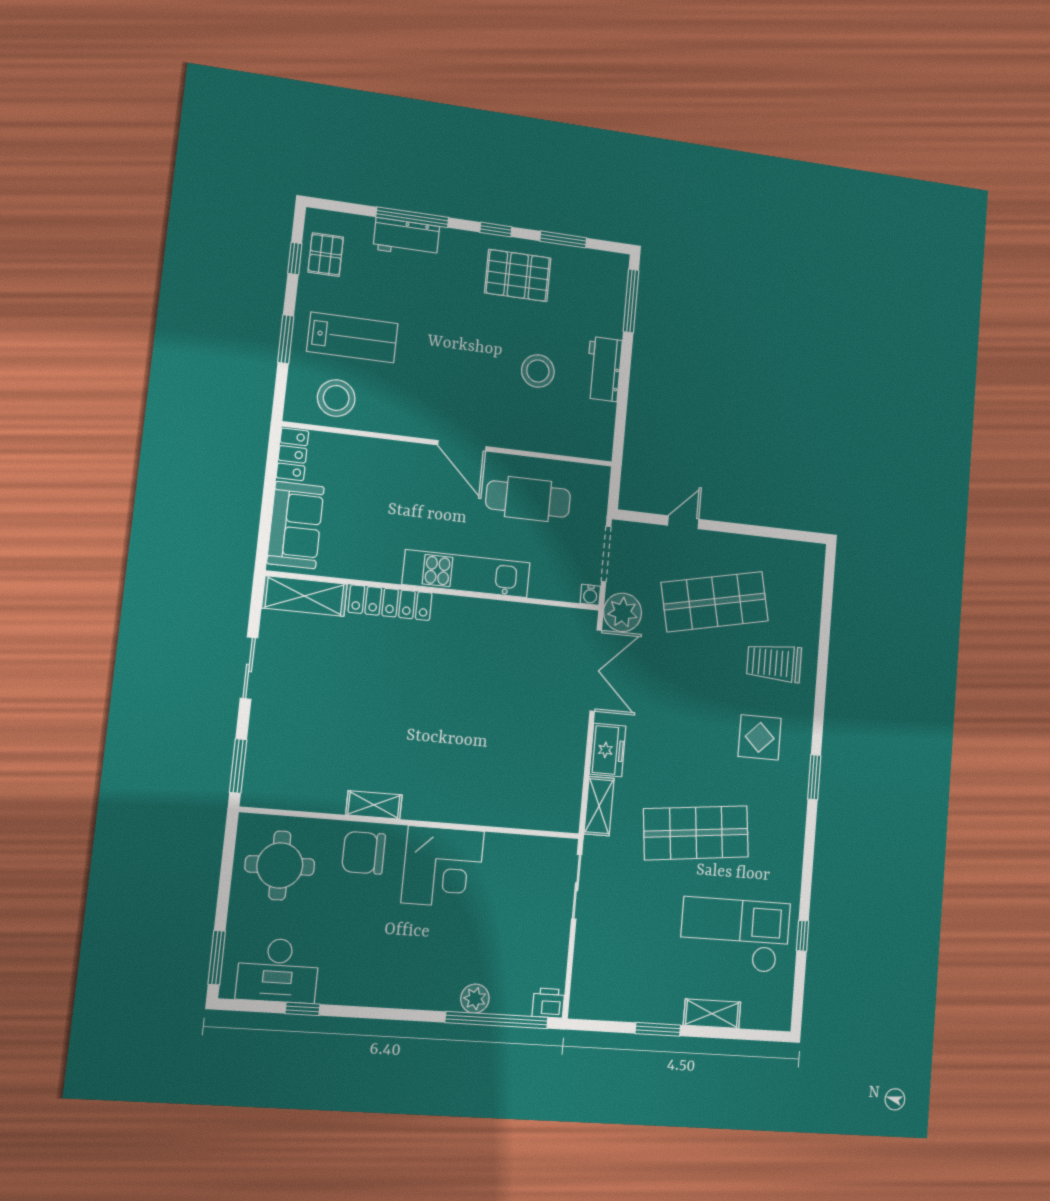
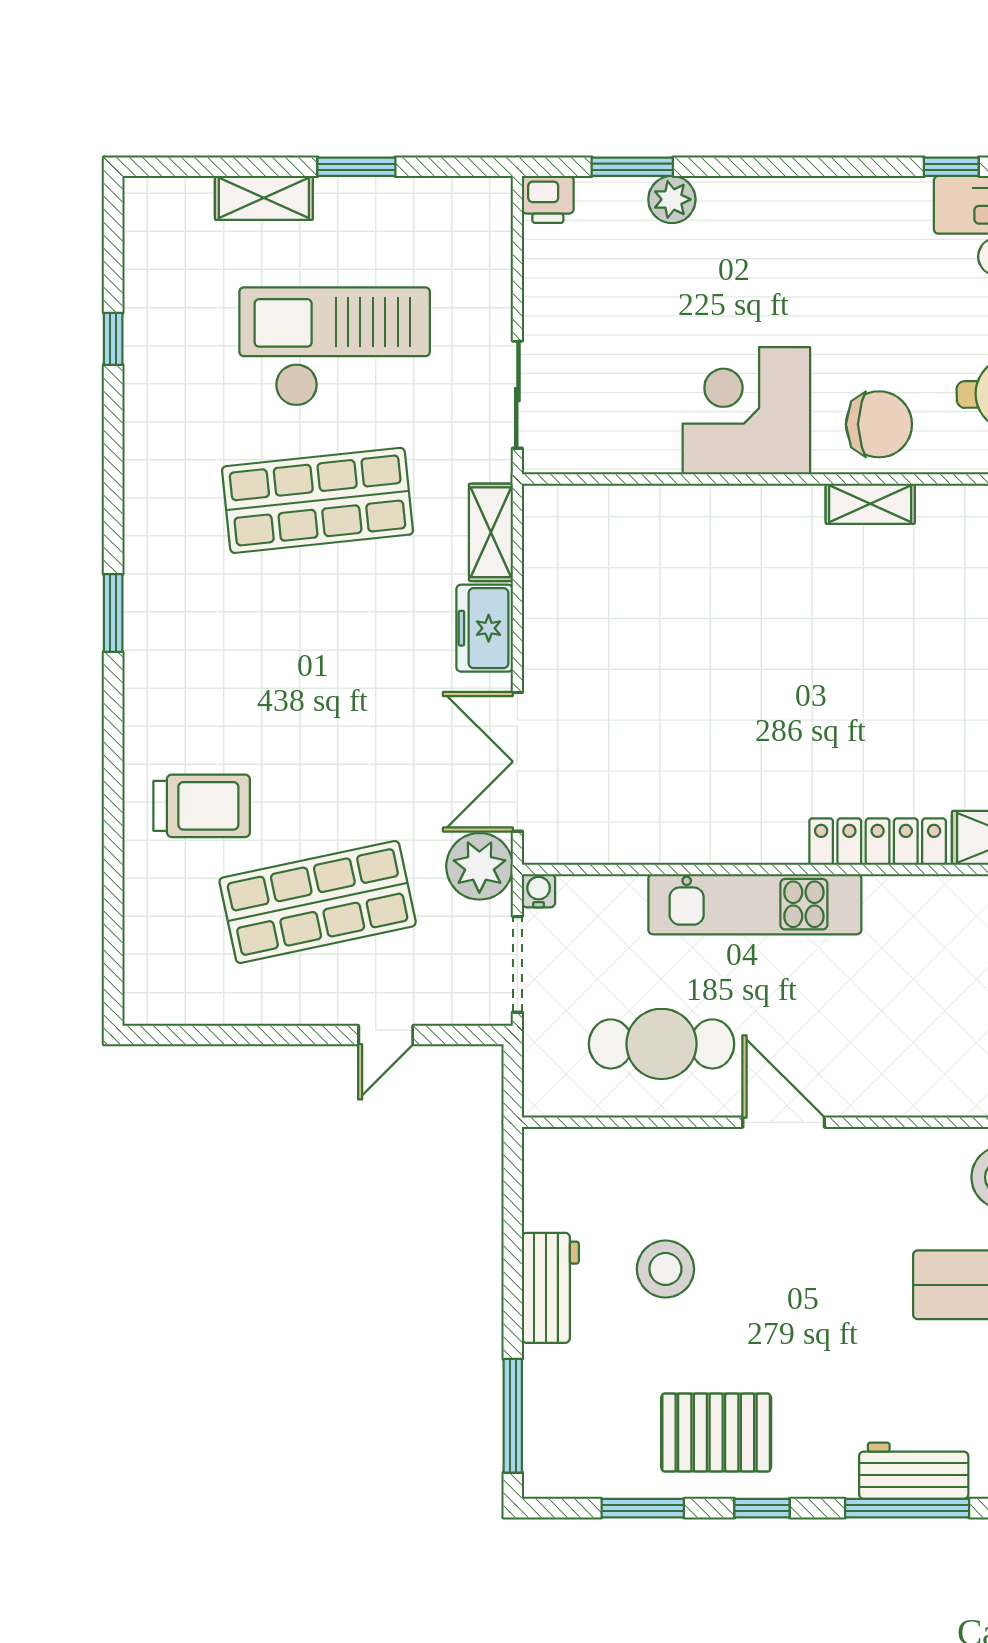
display table: (760, 737) -> (218, 674), removed
checkout: (735, 935) -> (335, 347), moved, turned 180
window: (497, 1020) -> (632, 167), width x0.47

